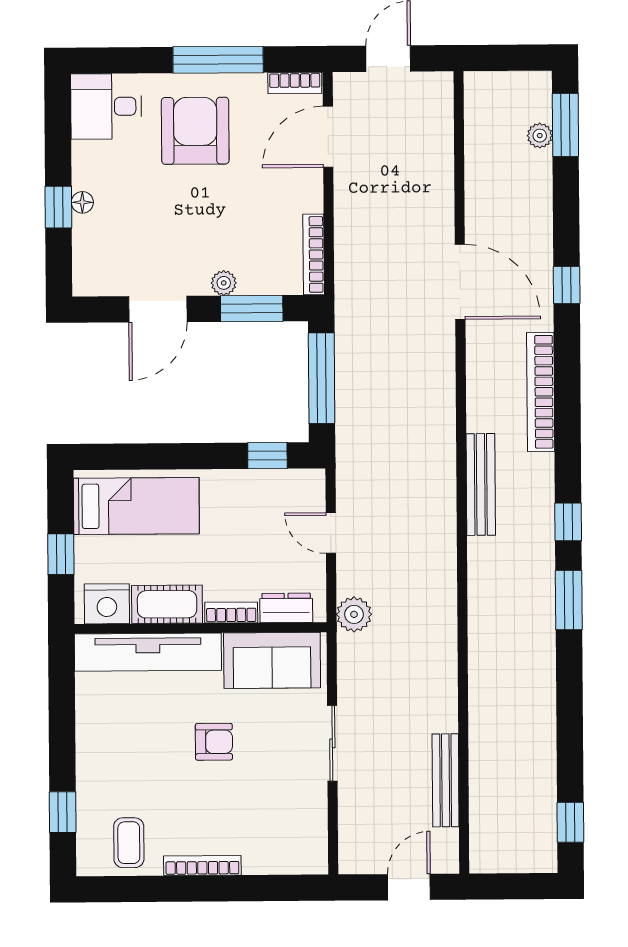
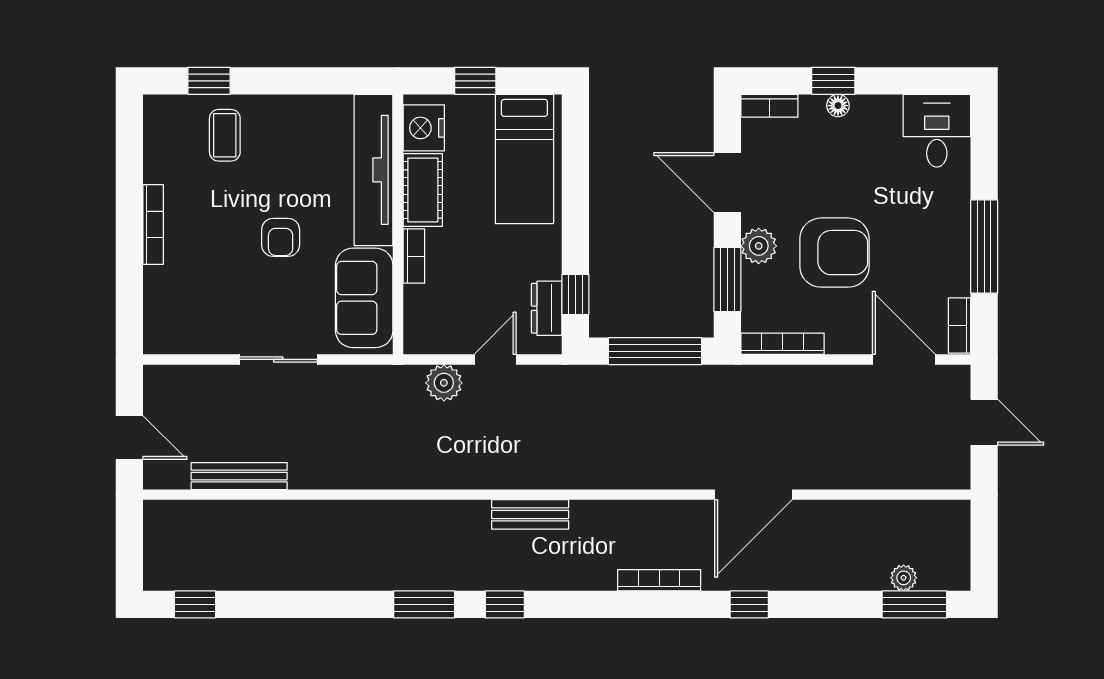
armchair: (195, 131) -> (835, 253), moved
bookcase: (83, 269) -> (769, 106), added
plant: (224, 283) -> (759, 246), width x1.38, depth x1.38
bookcase: (541, 392) -> (659, 580), width x0.68, depth x0.76
bench: (481, 484) -> (530, 514), width x0.73
dresser: (286, 608) -> (547, 308), moved, turned 180
plant: (354, 614) -> (444, 383), moved
coffee table: (129, 843) -> (225, 135), moved, turned 90

